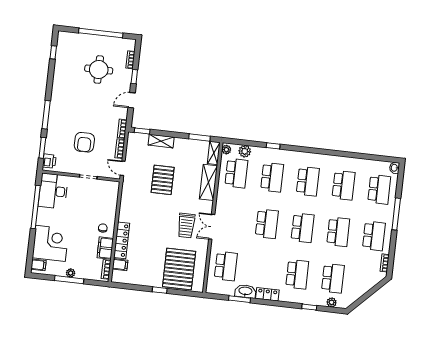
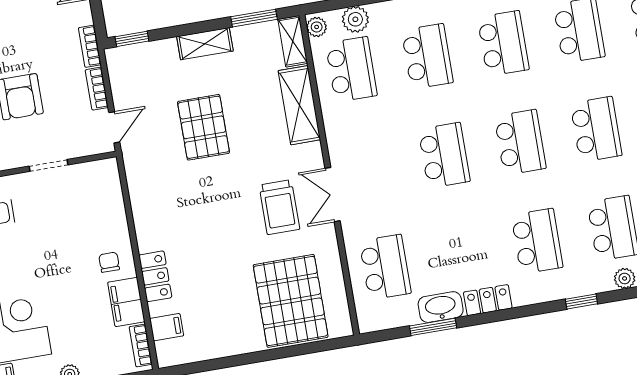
shelving: (161, 141) -> (205, 44), moved
door: (123, 168) -> (114, 127), swing flipped
locker: (122, 240) -> (155, 276), width x0.66
window: (160, 290) -> (263, 356), removed

